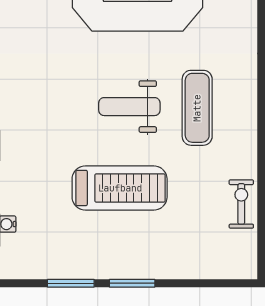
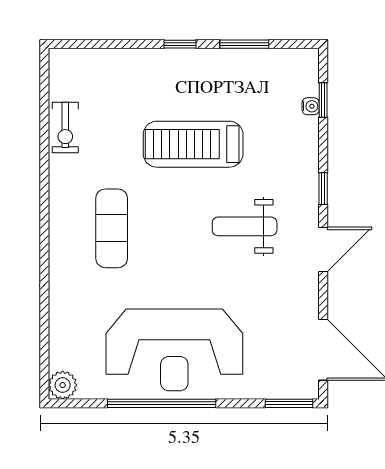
weight bench: (129, 107) -> (245, 226), moved, turned 180
window: (132, 283) -> (180, 44), width x0.67

